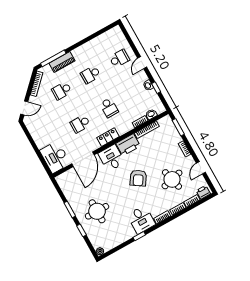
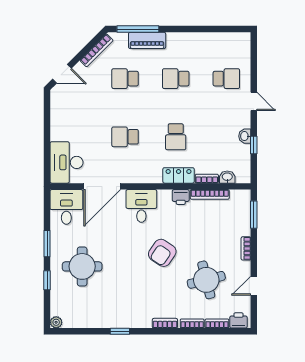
door: (142, 63) -> (254, 101), swing flipped
locker: (108, 137) -> (179, 175), moved
printer: (128, 145) -> (181, 197), width x0.53, depth x0.68
desk: (141, 220) -> (66, 207), moved, turned 180

